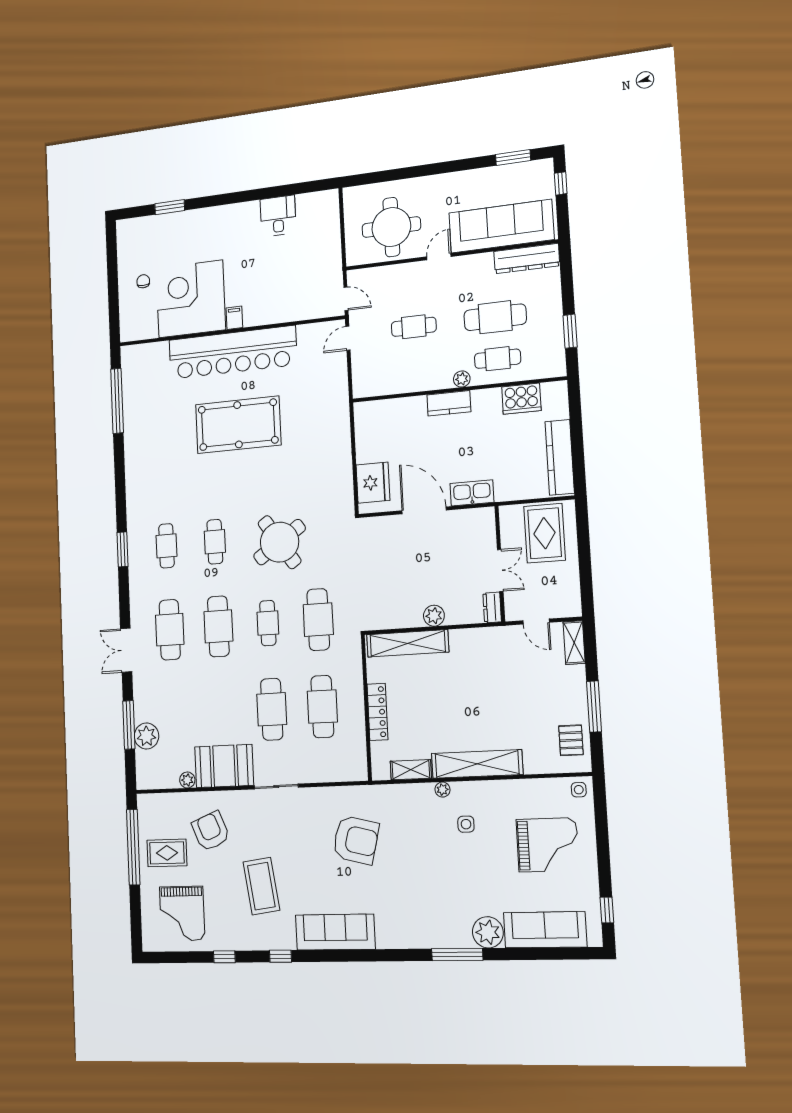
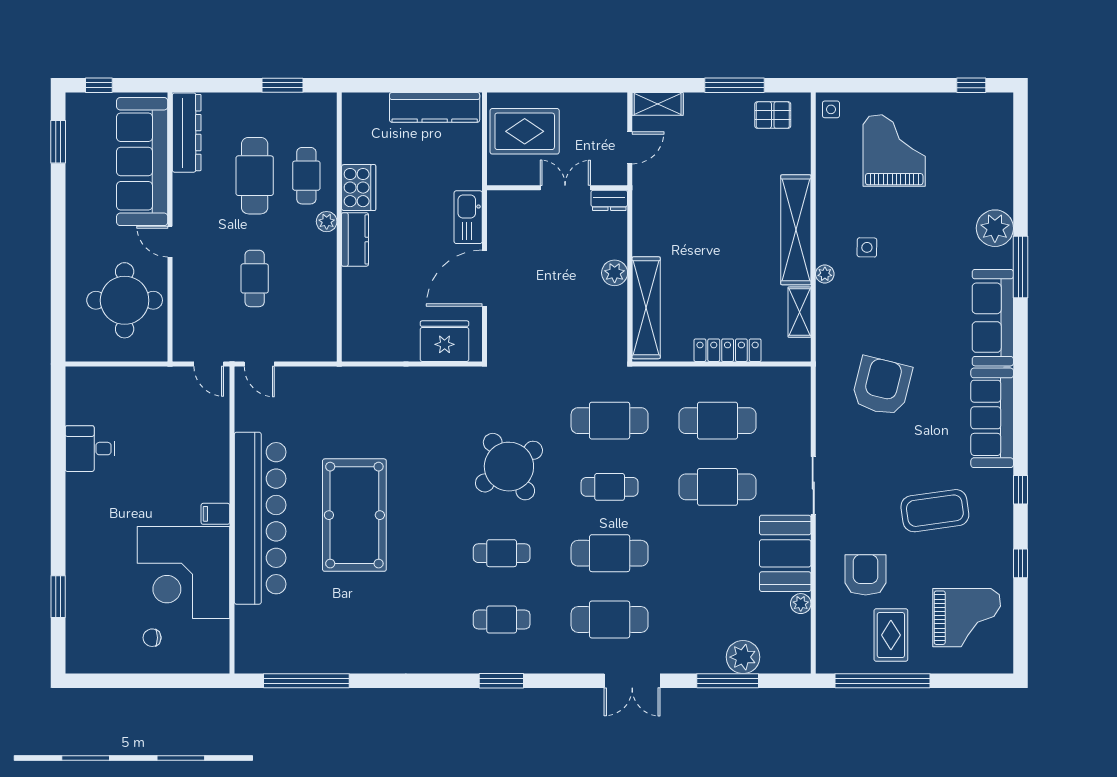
door: (346, 299) -> (209, 364), swing flipped
cooker: (521, 399) -> (359, 188), moved
armchair: (211, 831) -> (866, 575), turned 112
sofa: (545, 930) -> (993, 318), moved

